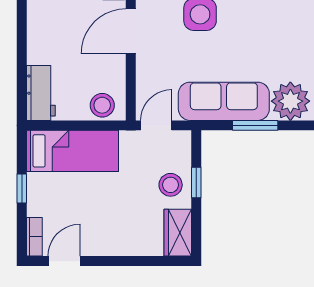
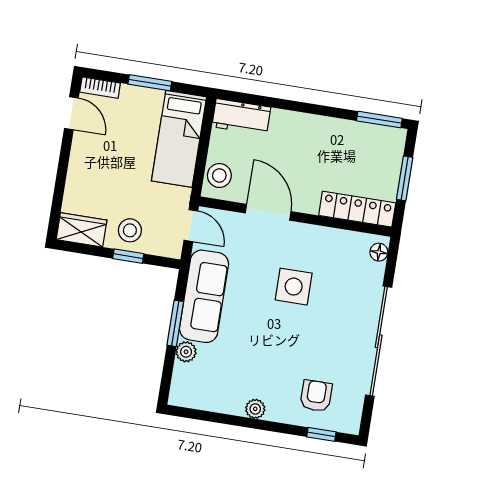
door: (131, 31) -> (268, 212), moved
plant: (290, 101) -> (186, 352), width x0.53, depth x0.53
window: (22, 188) -> (150, 83), width x1.50

